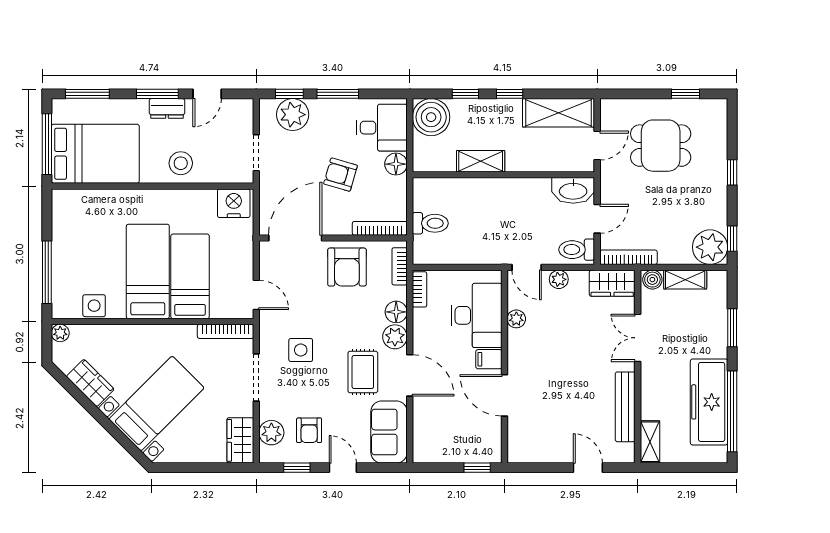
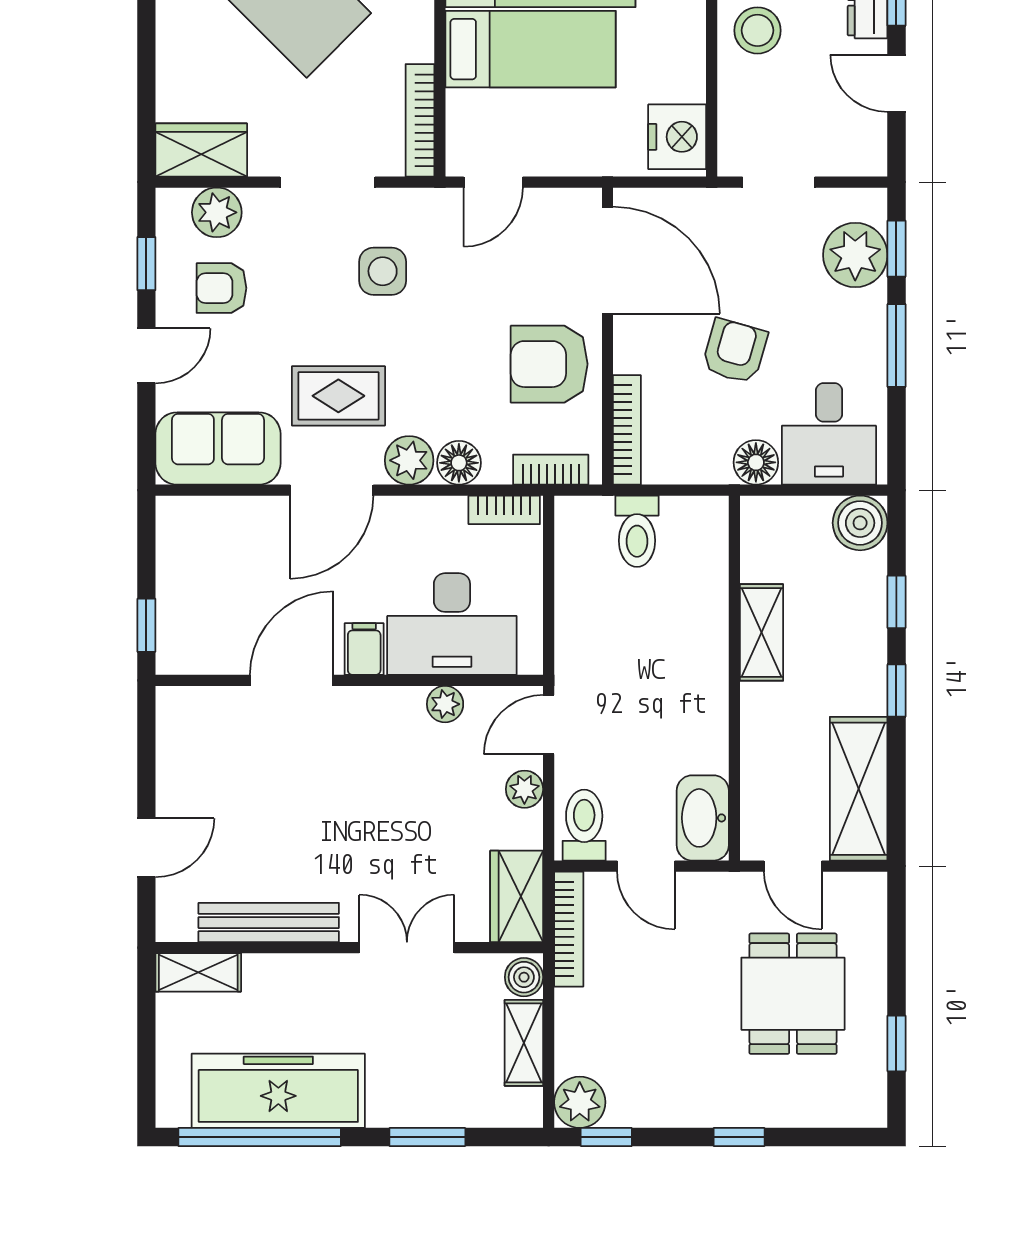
boiler: (431, 117) -> (860, 523), width x0.73, depth x0.73
plant: (710, 247) -> (580, 1102), width x0.73, depth x0.73

